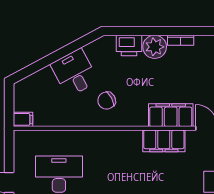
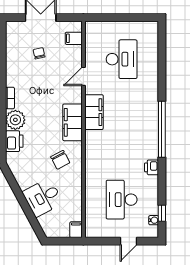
desk: (74, 73) -> (43, 197), moved
filing cabinet: (171, 115) -> (72, 122), moved

